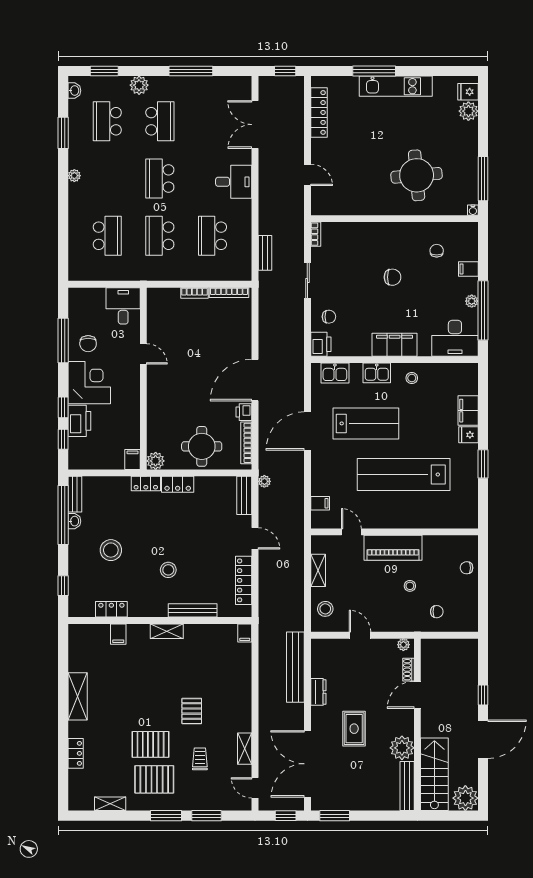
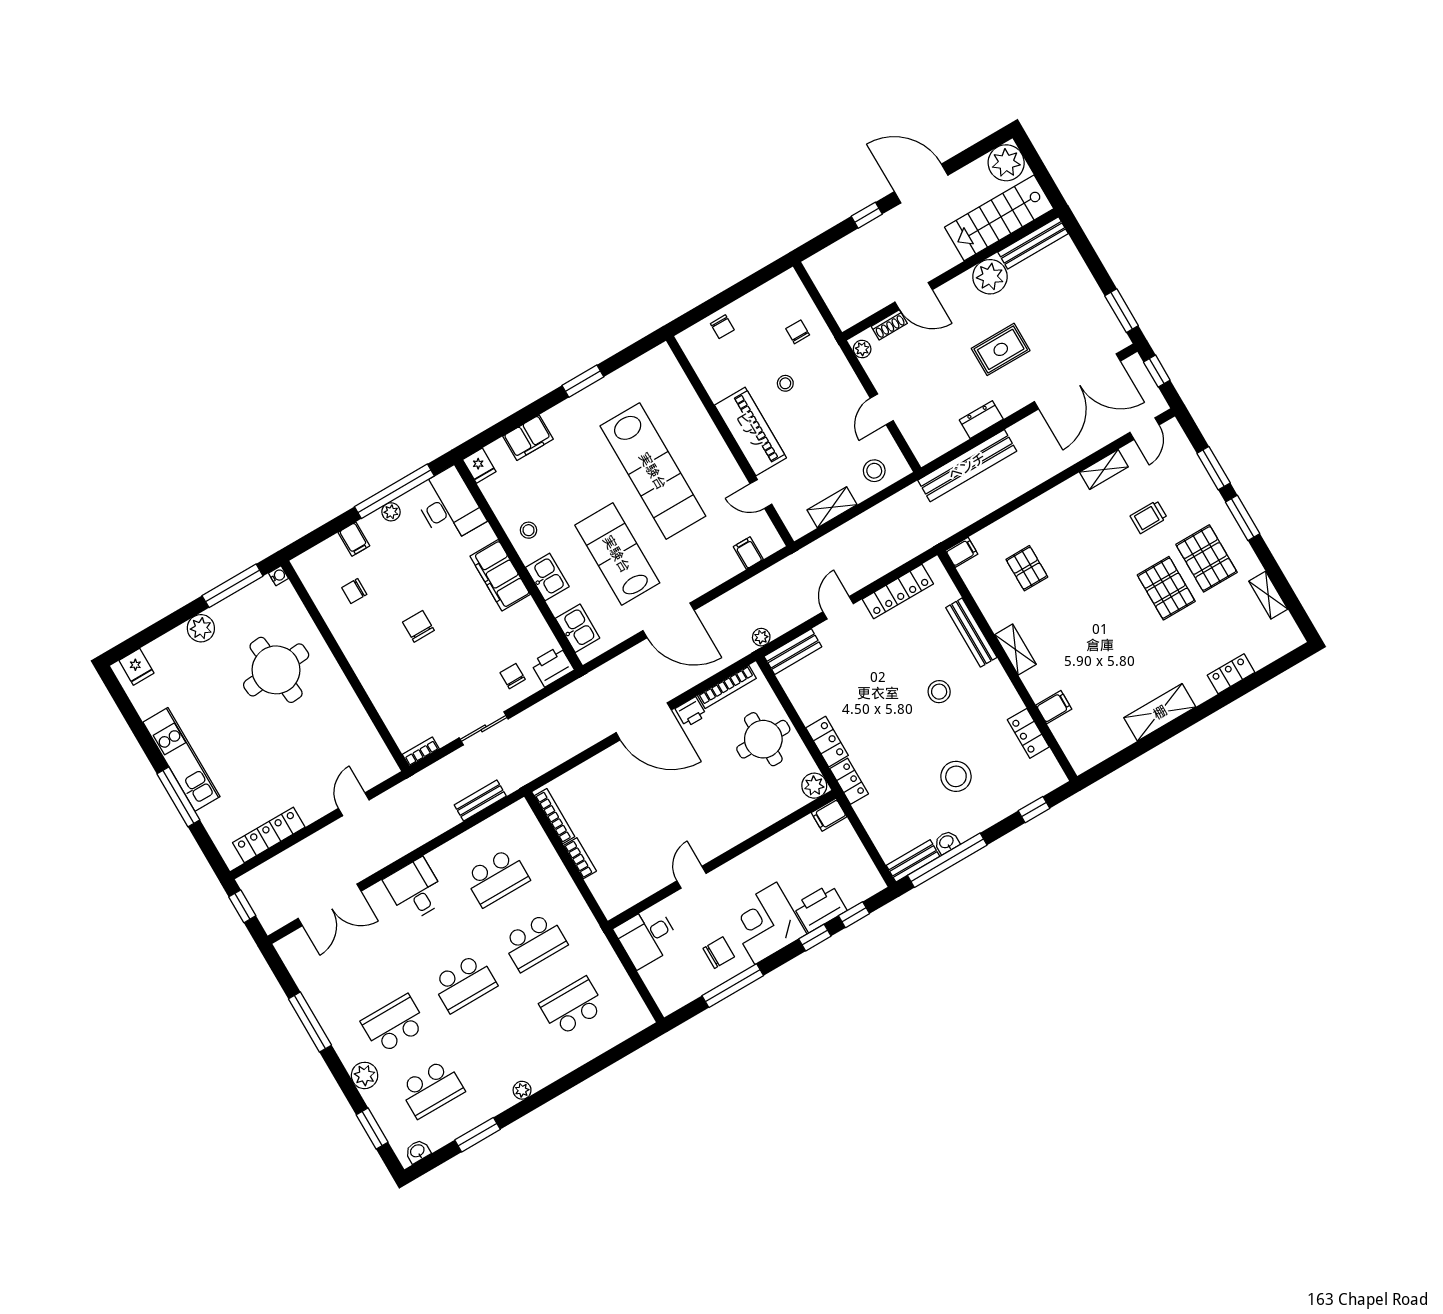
plant: (468, 111) -> (201, 628), moved
fridge: (468, 435) -> (479, 466), moved
door: (351, 532) -> (761, 494), hinge flipped
pallet: (192, 711) -> (1027, 568), moved, turned 90

